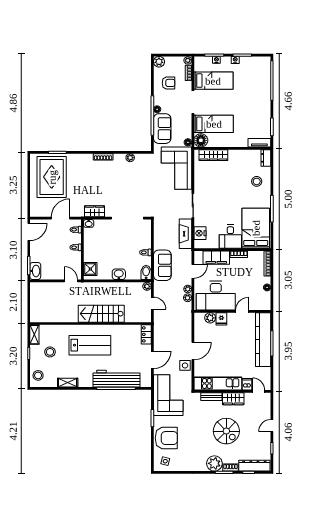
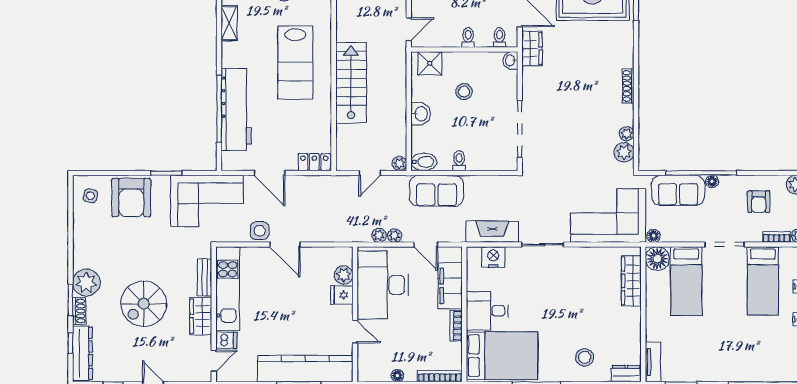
plant: (141, 159) -> (624, 152), added
wardrobe: (95, 211) -> (532, 48), moved
stool: (106, 250) -> (464, 92), added

